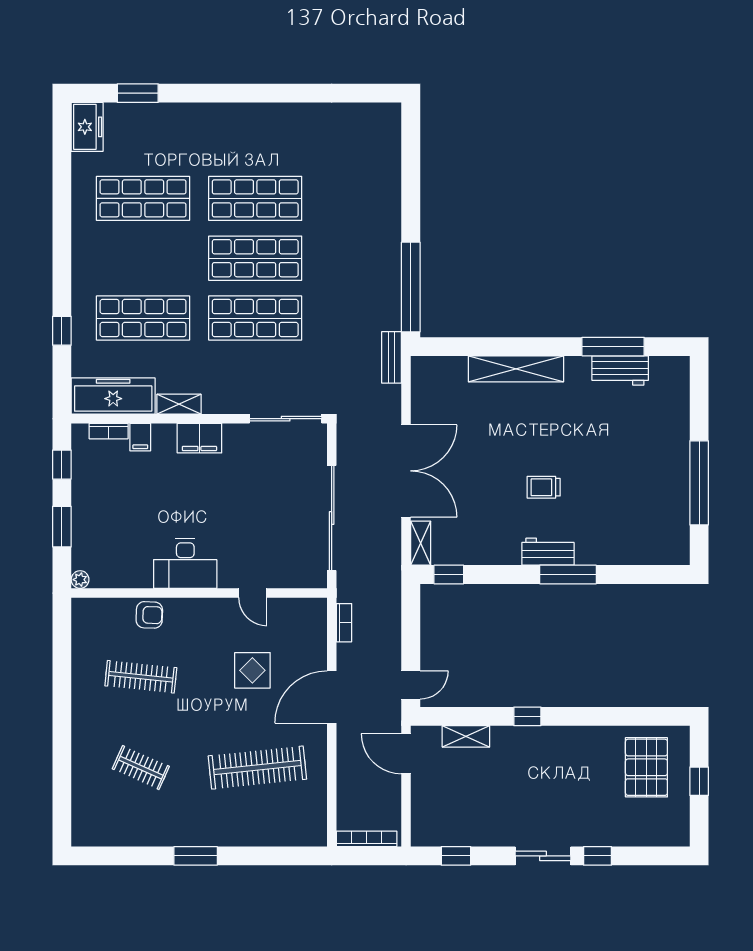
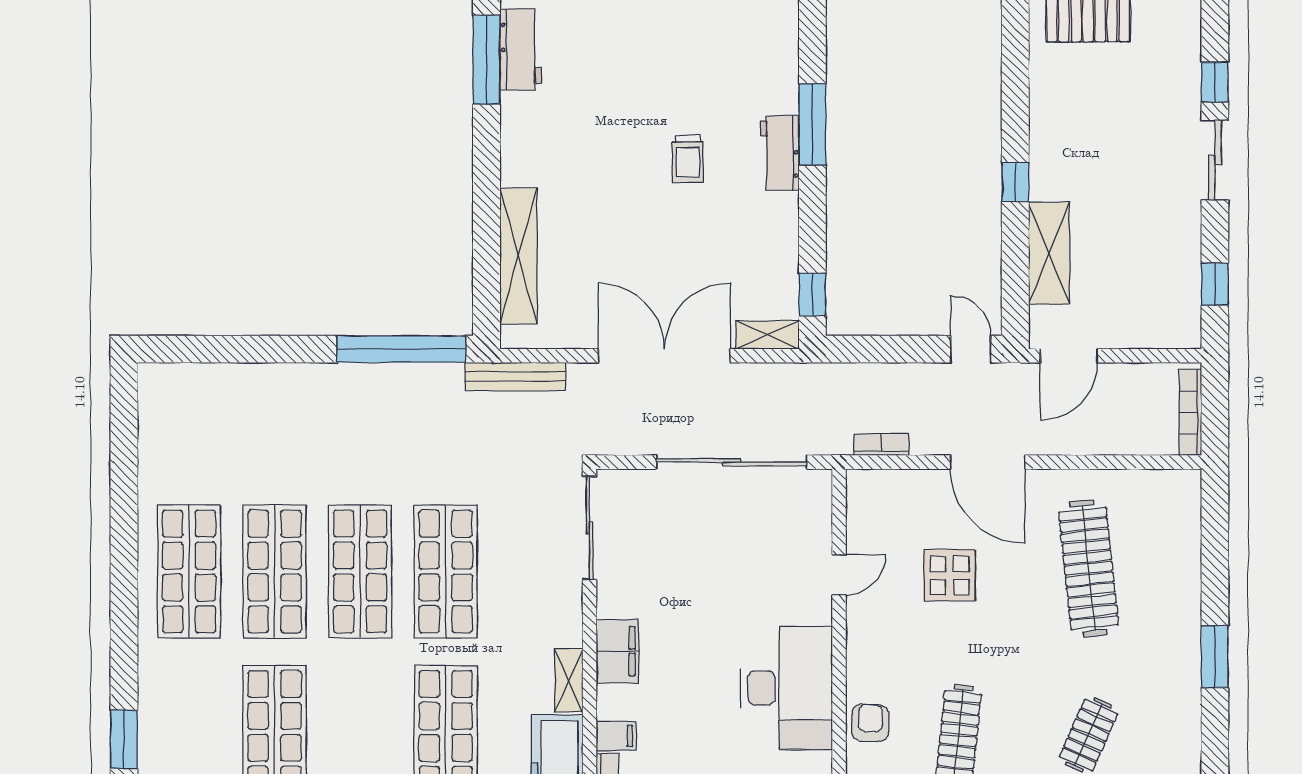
shop shelf: (255, 139) -> (189, 571), added
bench: (392, 357) -> (515, 376), width x1.36
shelving: (516, 369) -> (518, 256), moved
desk: (185, 564) -> (786, 688), width x1.36, depth x1.30
shelving: (466, 736) -> (1049, 253), width x1.50, depth x1.33

